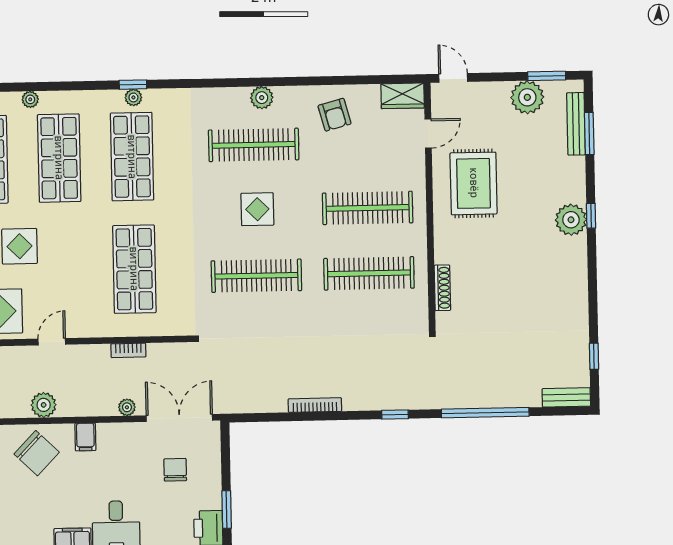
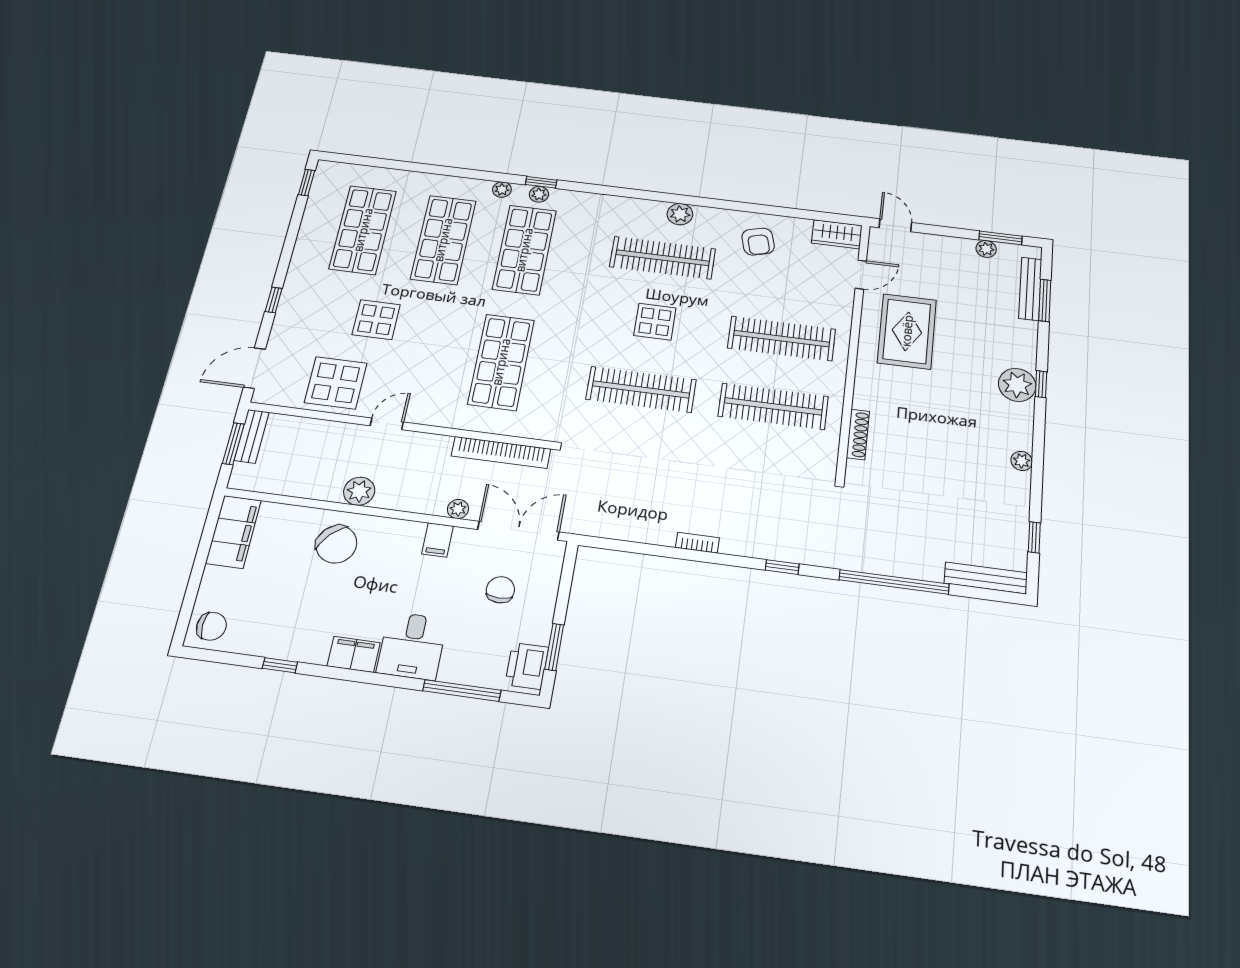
plant: (527, 97) -> (986, 249), width x0.53, depth x0.53
plant: (30, 99) -> (502, 190), moved
plant: (579, 290) -> (1022, 461), added
bookcase: (128, 350) -> (501, 452), width x2.31, depth x1.31
bench: (566, 397) -> (986, 578), width x1.36
bookcase: (315, 405) -> (697, 543), width x0.64
filing cabinet: (85, 437) -> (438, 540), moved

